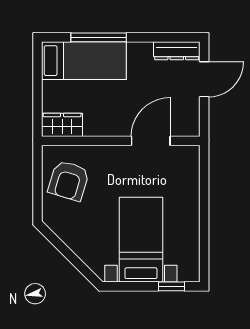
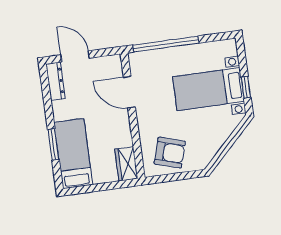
window: (99, 37) -> (53, 144), width x0.69
window: (204, 194) -> (166, 44), added
window: (172, 286) -> (246, 87), moved

